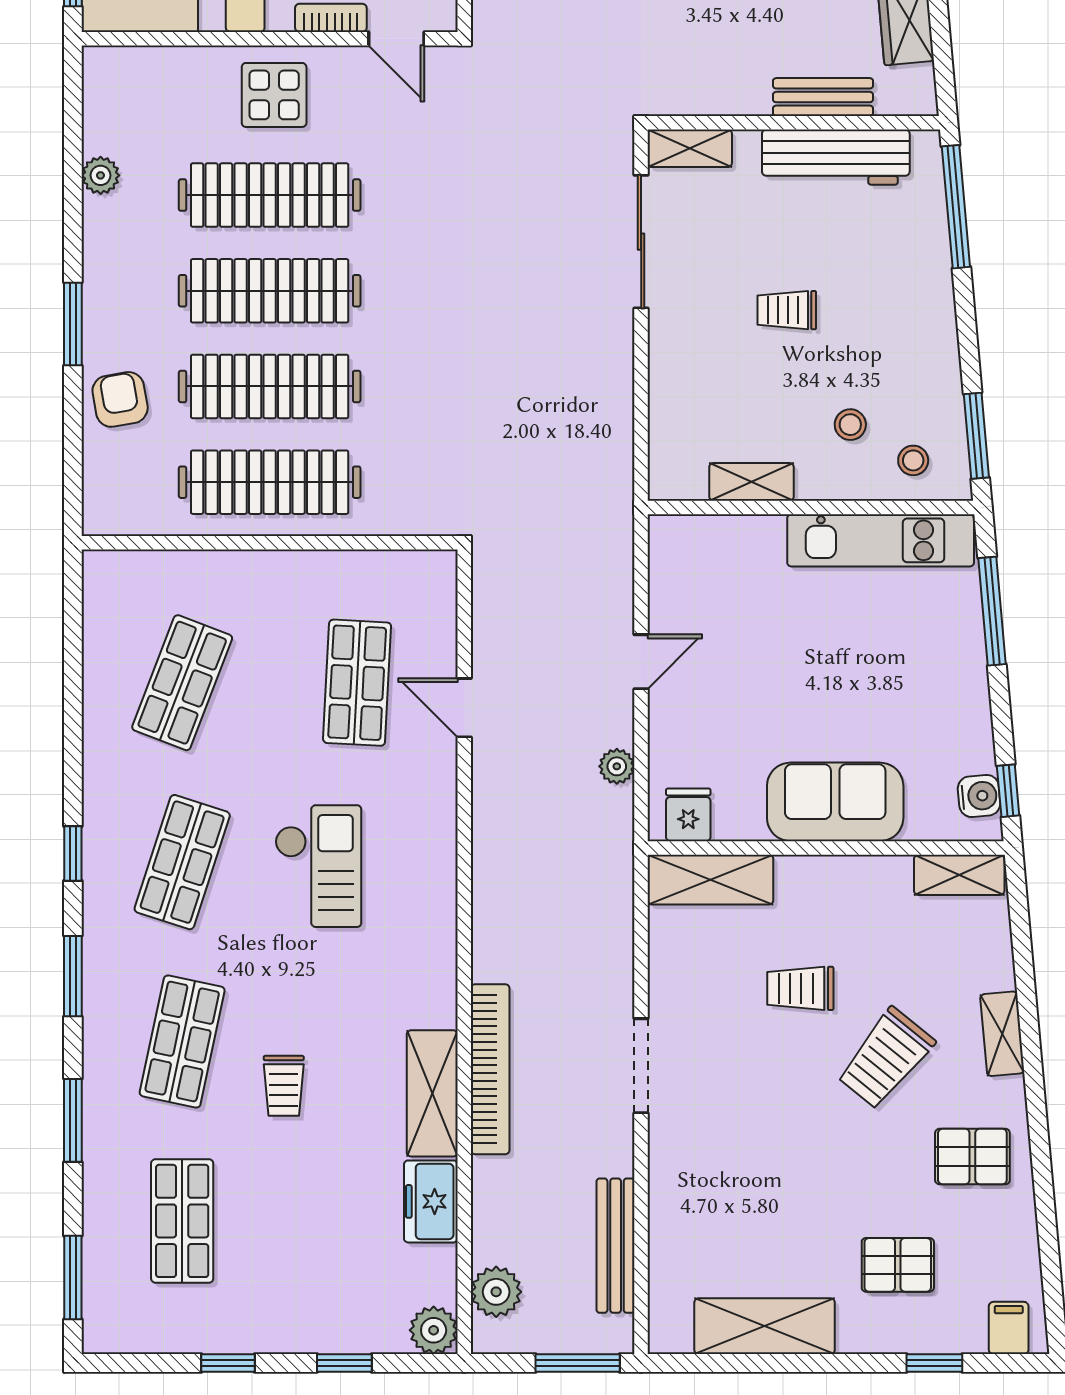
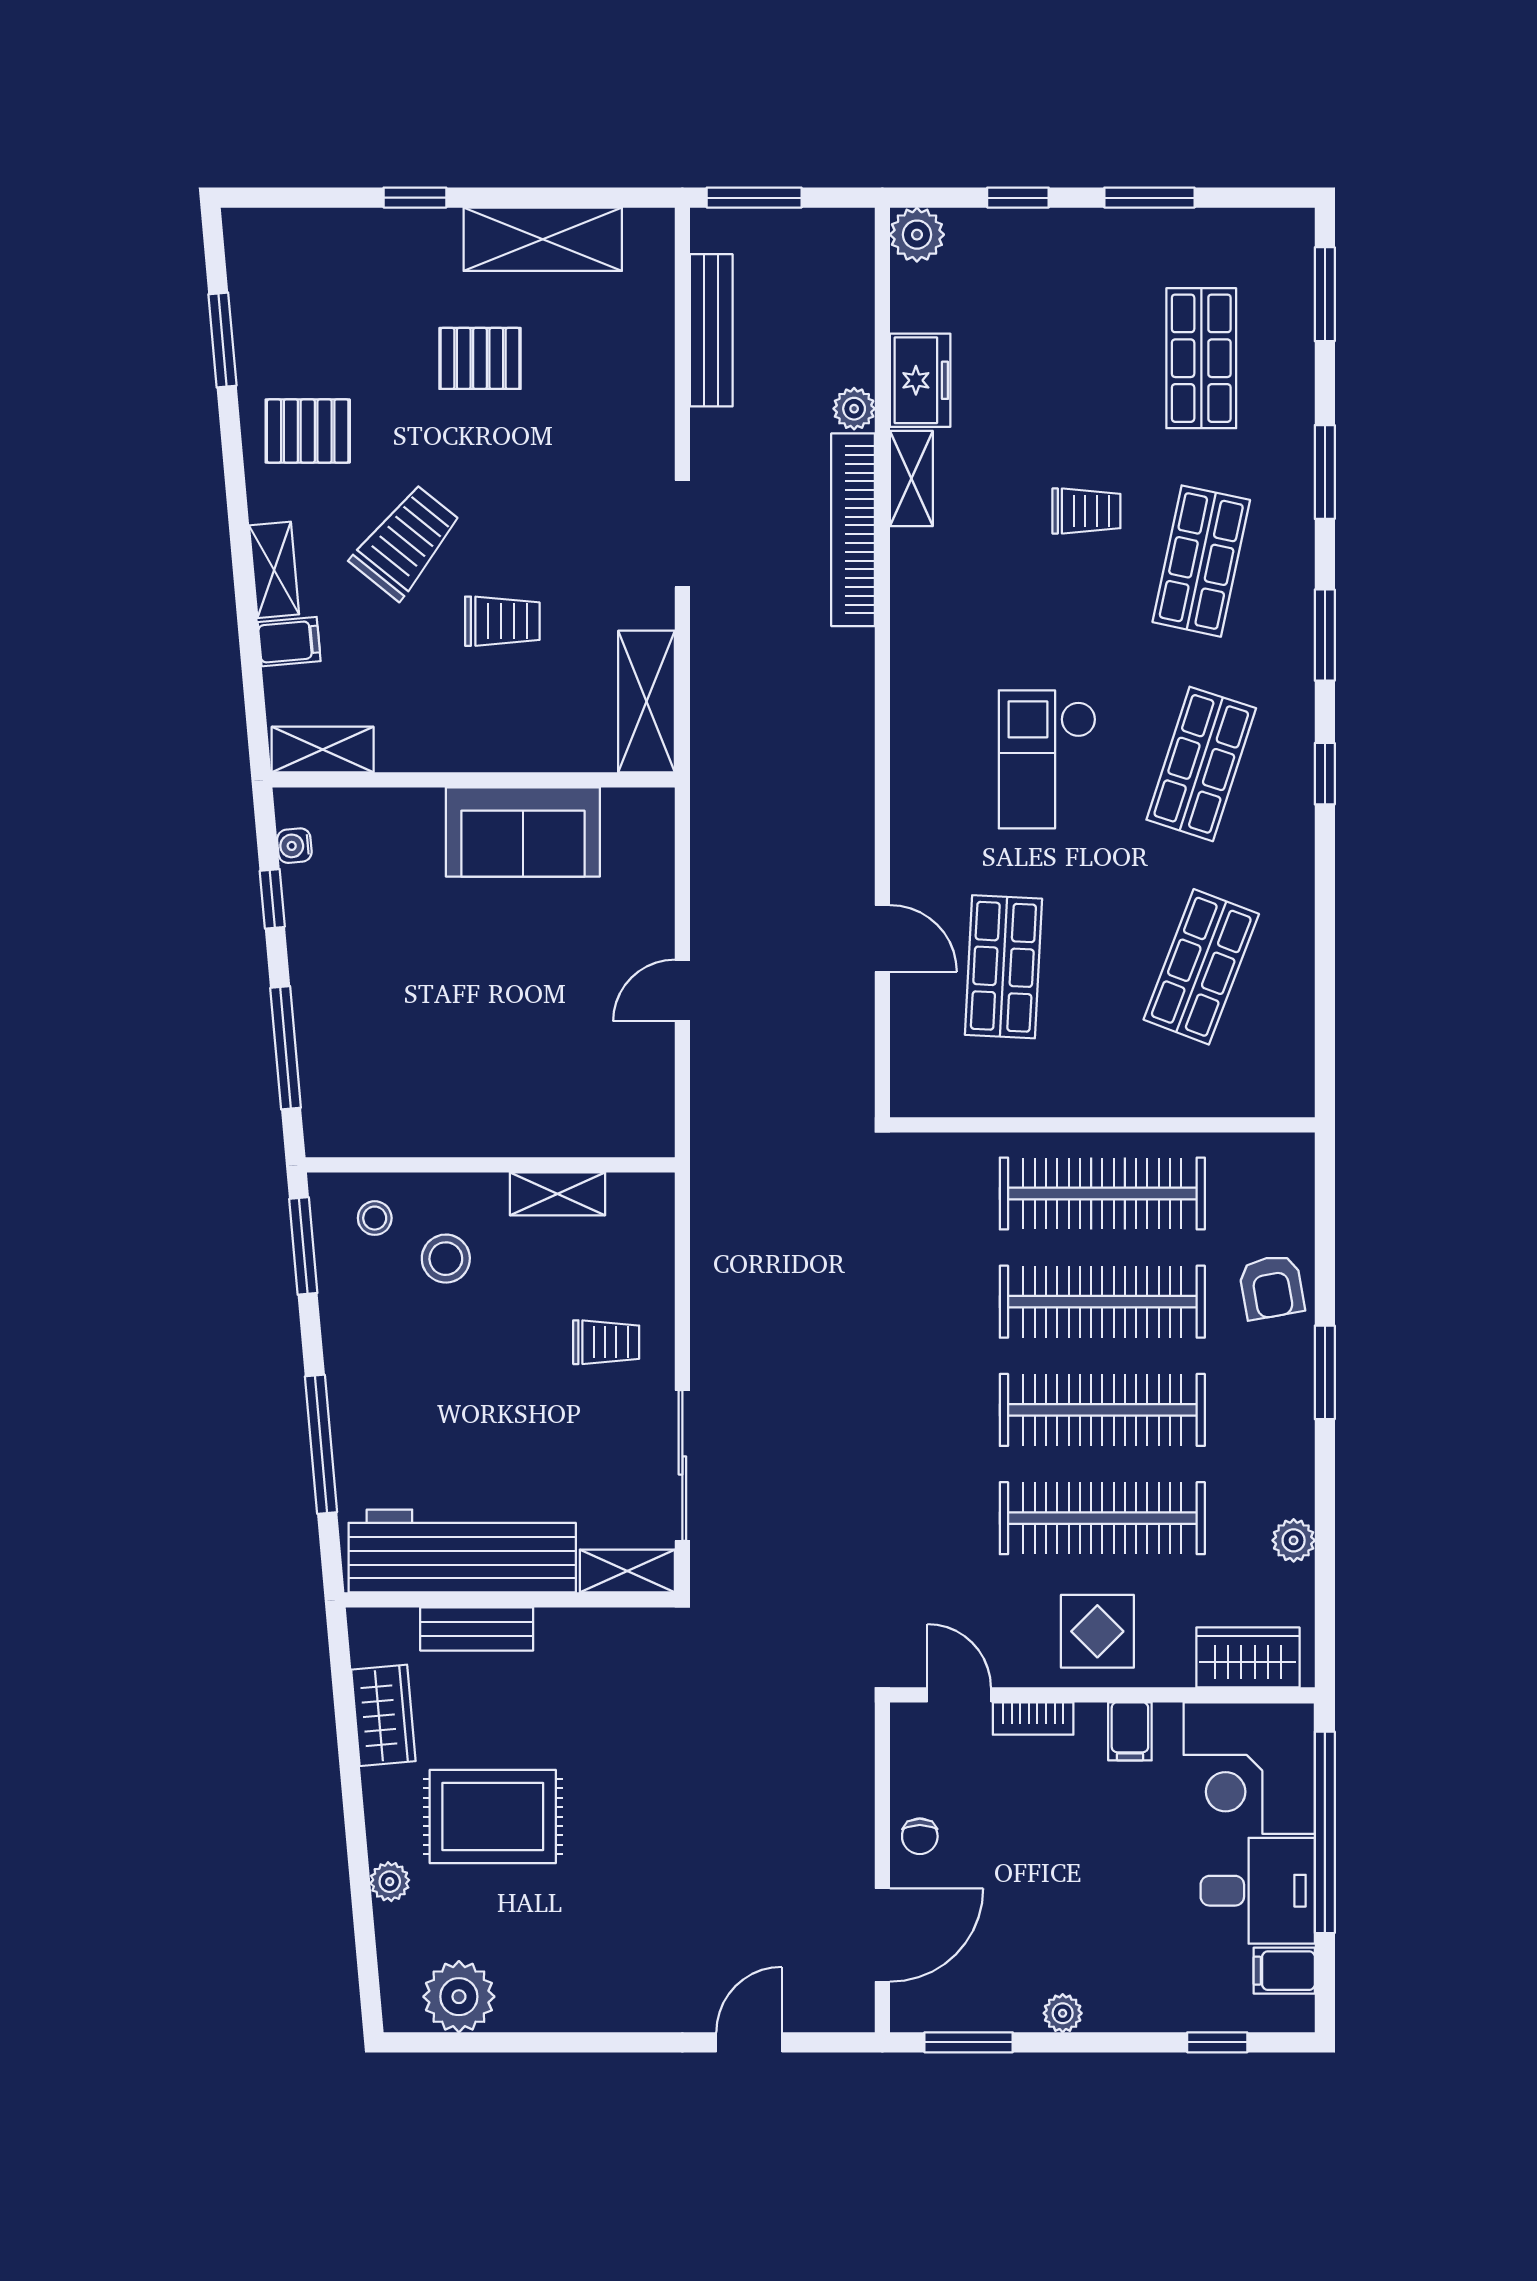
wardrobe: (141, 72) -> (1248, 1657), added
workbench: (836, 157) -> (462, 1551), width x1.36, depth x1.32
window: (956, 207) -> (321, 1444), moved
trolley: (787, 310) -> (606, 1342), moved
stool: (850, 425) -> (446, 1259), width x1.37, depth x1.37
kitchen unit: (881, 540) -> (412, 1128), removed
plant: (617, 766) -> (710, 872), removed
window: (1008, 791) -> (272, 899), moved
water cooler: (979, 796) -> (294, 846), width x0.72, depth x0.72
sofa: (835, 802) -> (523, 832), moved
fridge: (688, 815) -> (629, 817), removed
shelving: (710, 880) -> (647, 702), moved, turned 90
trolley: (284, 1086) -> (1086, 511), turned 90
shelving: (432, 1093) -> (911, 479), width x0.67, depth x0.75
window: (1048, 1237) -> (222, 340), added
pallet: (898, 1265) -> (480, 358), moved
plant: (496, 1292) -> (854, 409), moved, width x0.73, depth x0.73
filing cabinet: (1009, 1328) -> (289, 642), moved, turned -95
window: (228, 1363) -> (1149, 198), width x1.50
window: (934, 1363) -> (415, 198), moved

